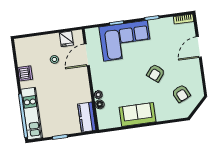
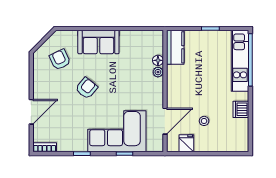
sofa: (137, 115) -> (98, 42), moved

